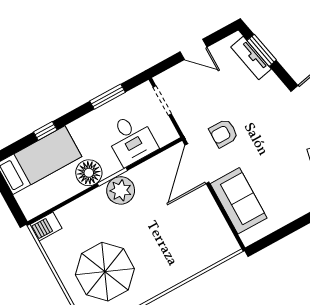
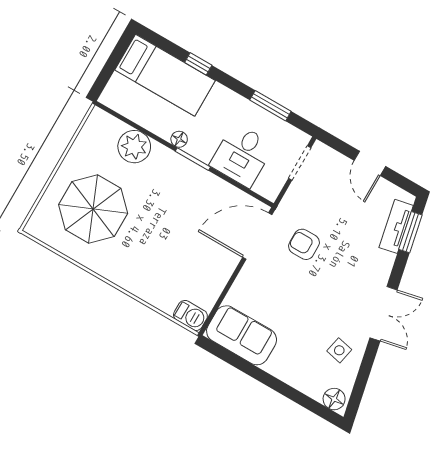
floor lamp: (89, 173) -> (179, 139), width x0.53, depth x0.53
plant: (121, 190) -> (134, 147), moved
sofa: (239, 201) -> (242, 335), moved, turned -90
barbecue: (46, 227) -> (190, 315), moved, turned 180

